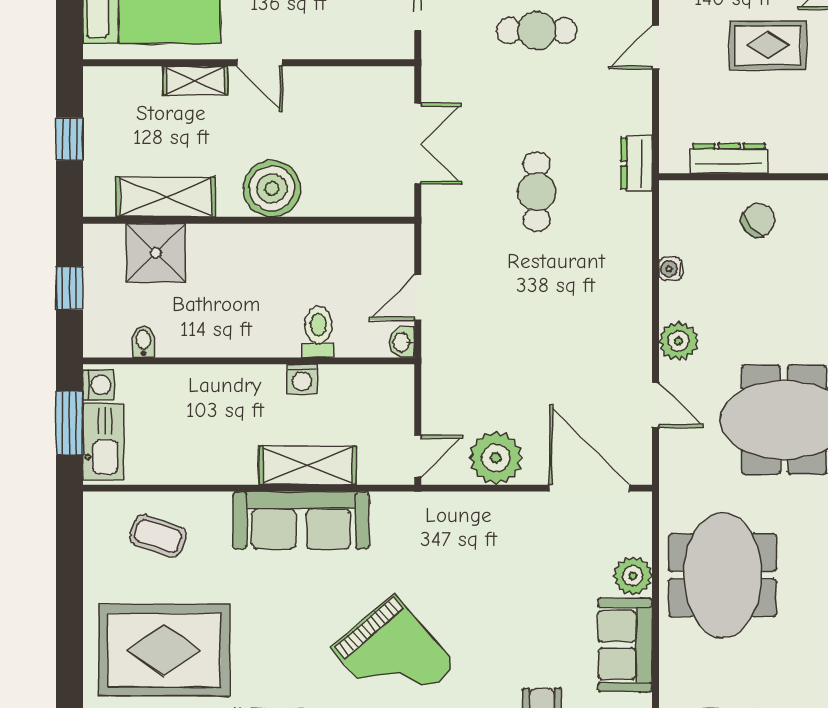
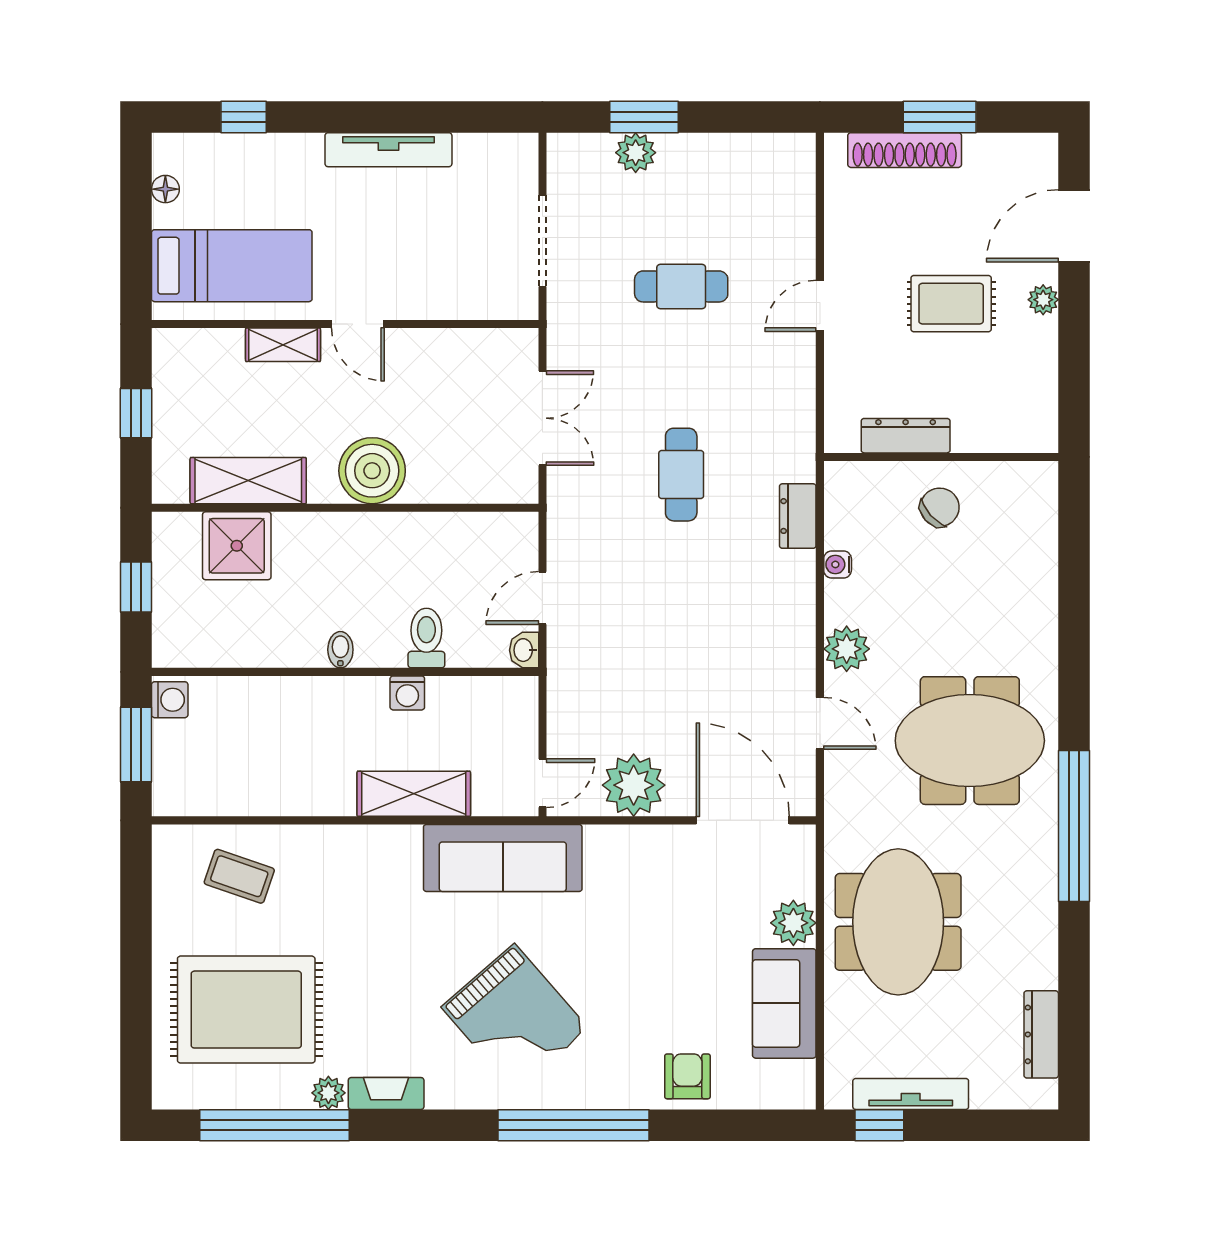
dresser: (637, 163) -> (798, 516), moved
bidet: (143, 342) -> (340, 650), moved
kitchen sink: (103, 442) -> (175, 766), removed
sofa: (301, 520) -> (503, 858), moved

